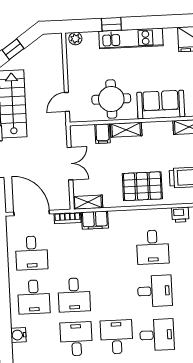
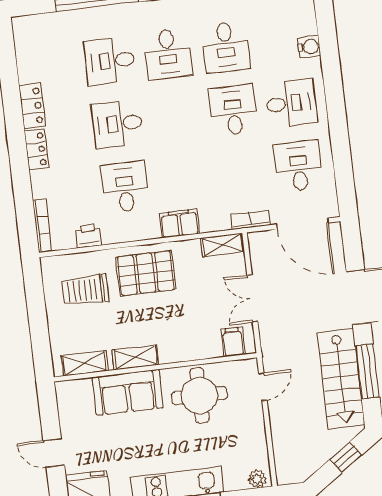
shelving: (126, 130) -> (135, 358), moved
filing cabinet: (103, 134) -> (233, 342), moved
filing cabinet: (95, 220) -> (180, 223), moved
desk: (34, 297) -> (291, 103), turned 90

